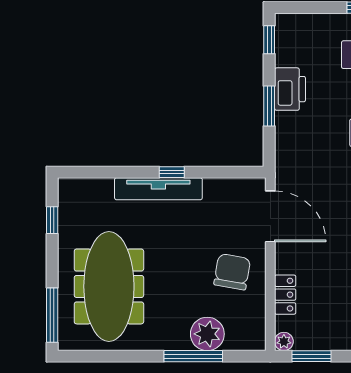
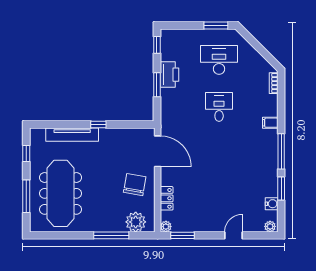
tv unit: (158, 189) -> (72, 135), moved
window: (52, 315) -> (26, 196), moved
plant: (207, 334) -> (136, 222), moved

